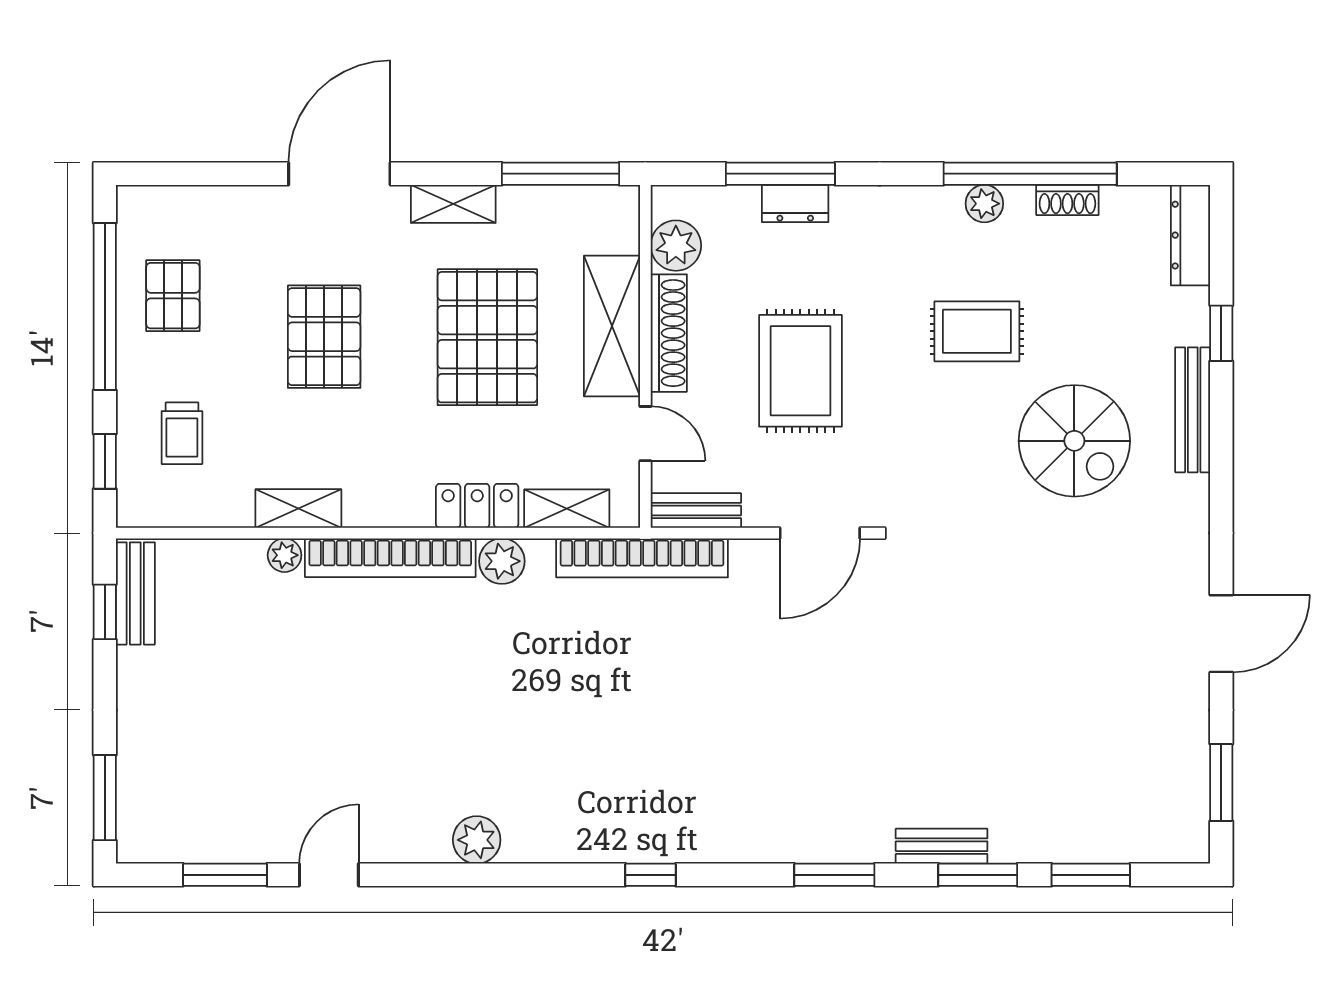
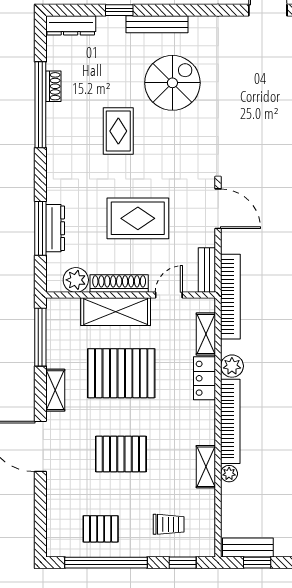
dresser: (795, 203) -> (55, 228), width x1.44
plant: (984, 204) -> (55, 127), removed

